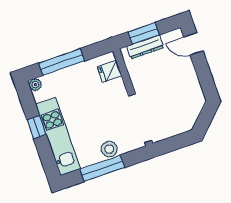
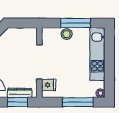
doorway: (140, 118) -> (39, 62), moved
window: (37, 127) -> (109, 65), removed

